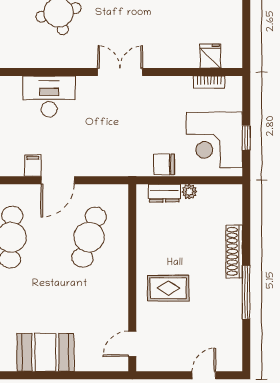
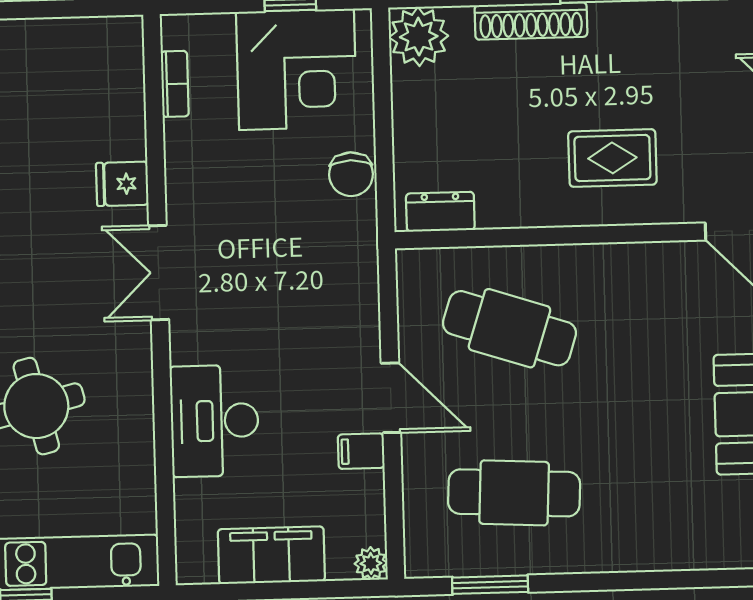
fridge: (210, 56) -> (122, 184), moved
plant: (189, 192) -> (419, 37), moved, width x1.88, depth x1.88
dresser: (164, 193) -> (440, 212), moved, turned -90
rug: (168, 288) -> (612, 158), turned 90

